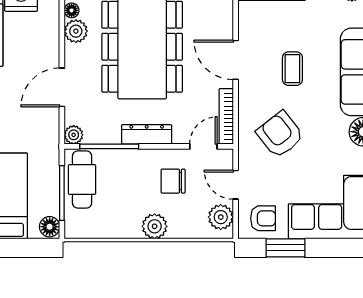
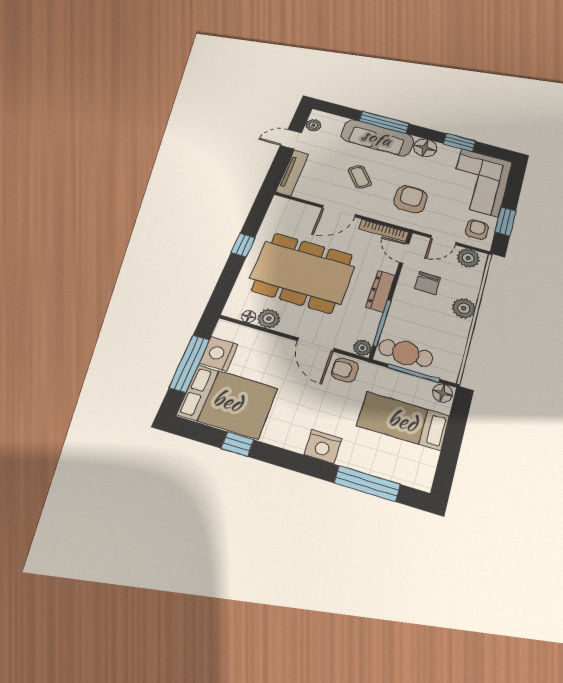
coffee table: (292, 69) -> (360, 177), turned 53
armchair: (43, 125) -> (345, 370), added
armchair: (280, 134) -> (411, 199), turned 128

